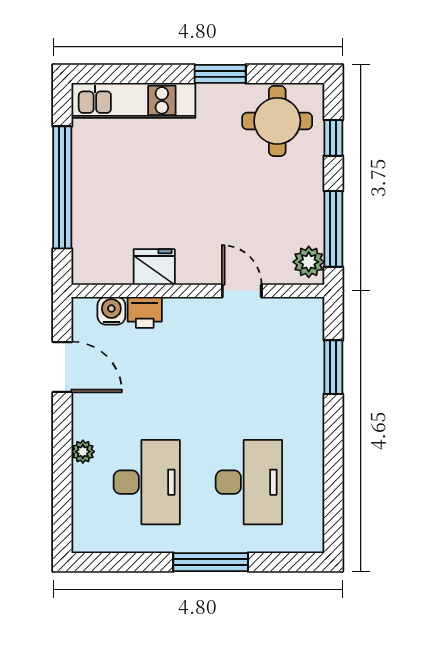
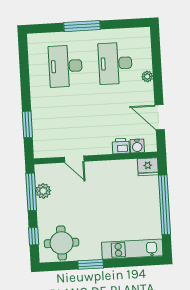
plant: (309, 262) -> (43, 191), moved
fridge: (154, 267) -> (148, 167), moved

